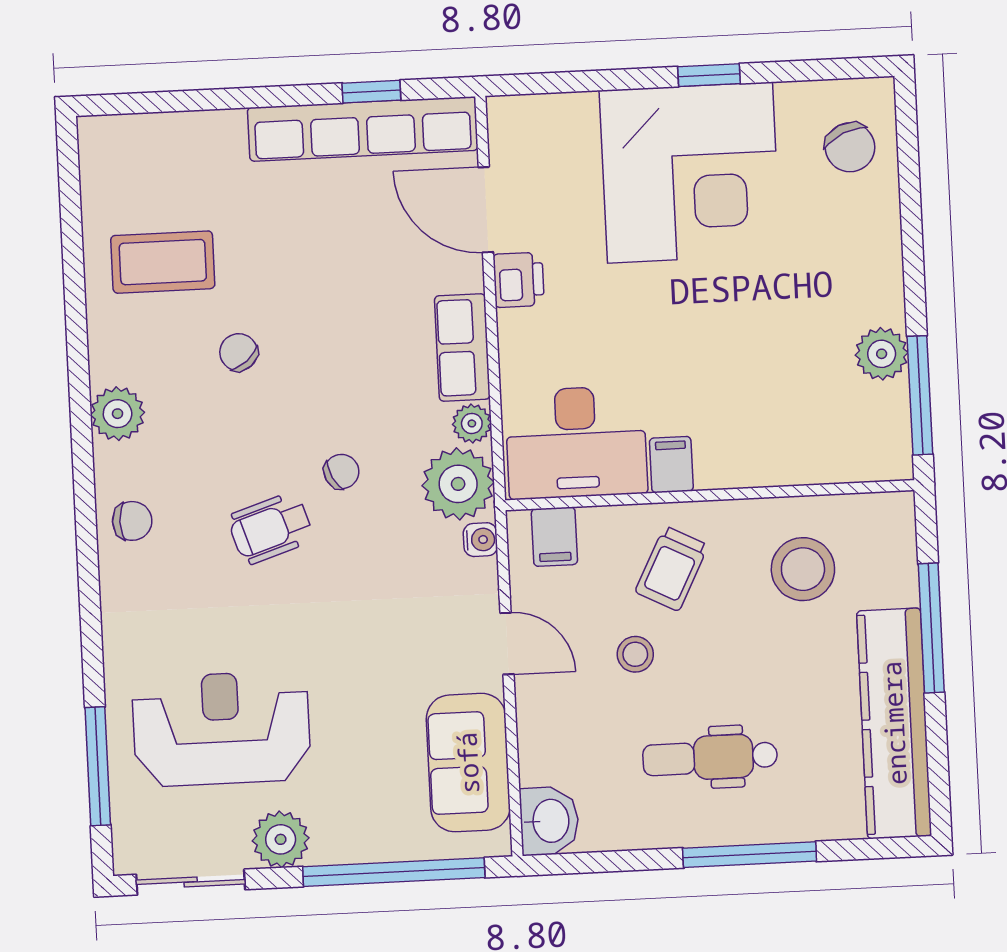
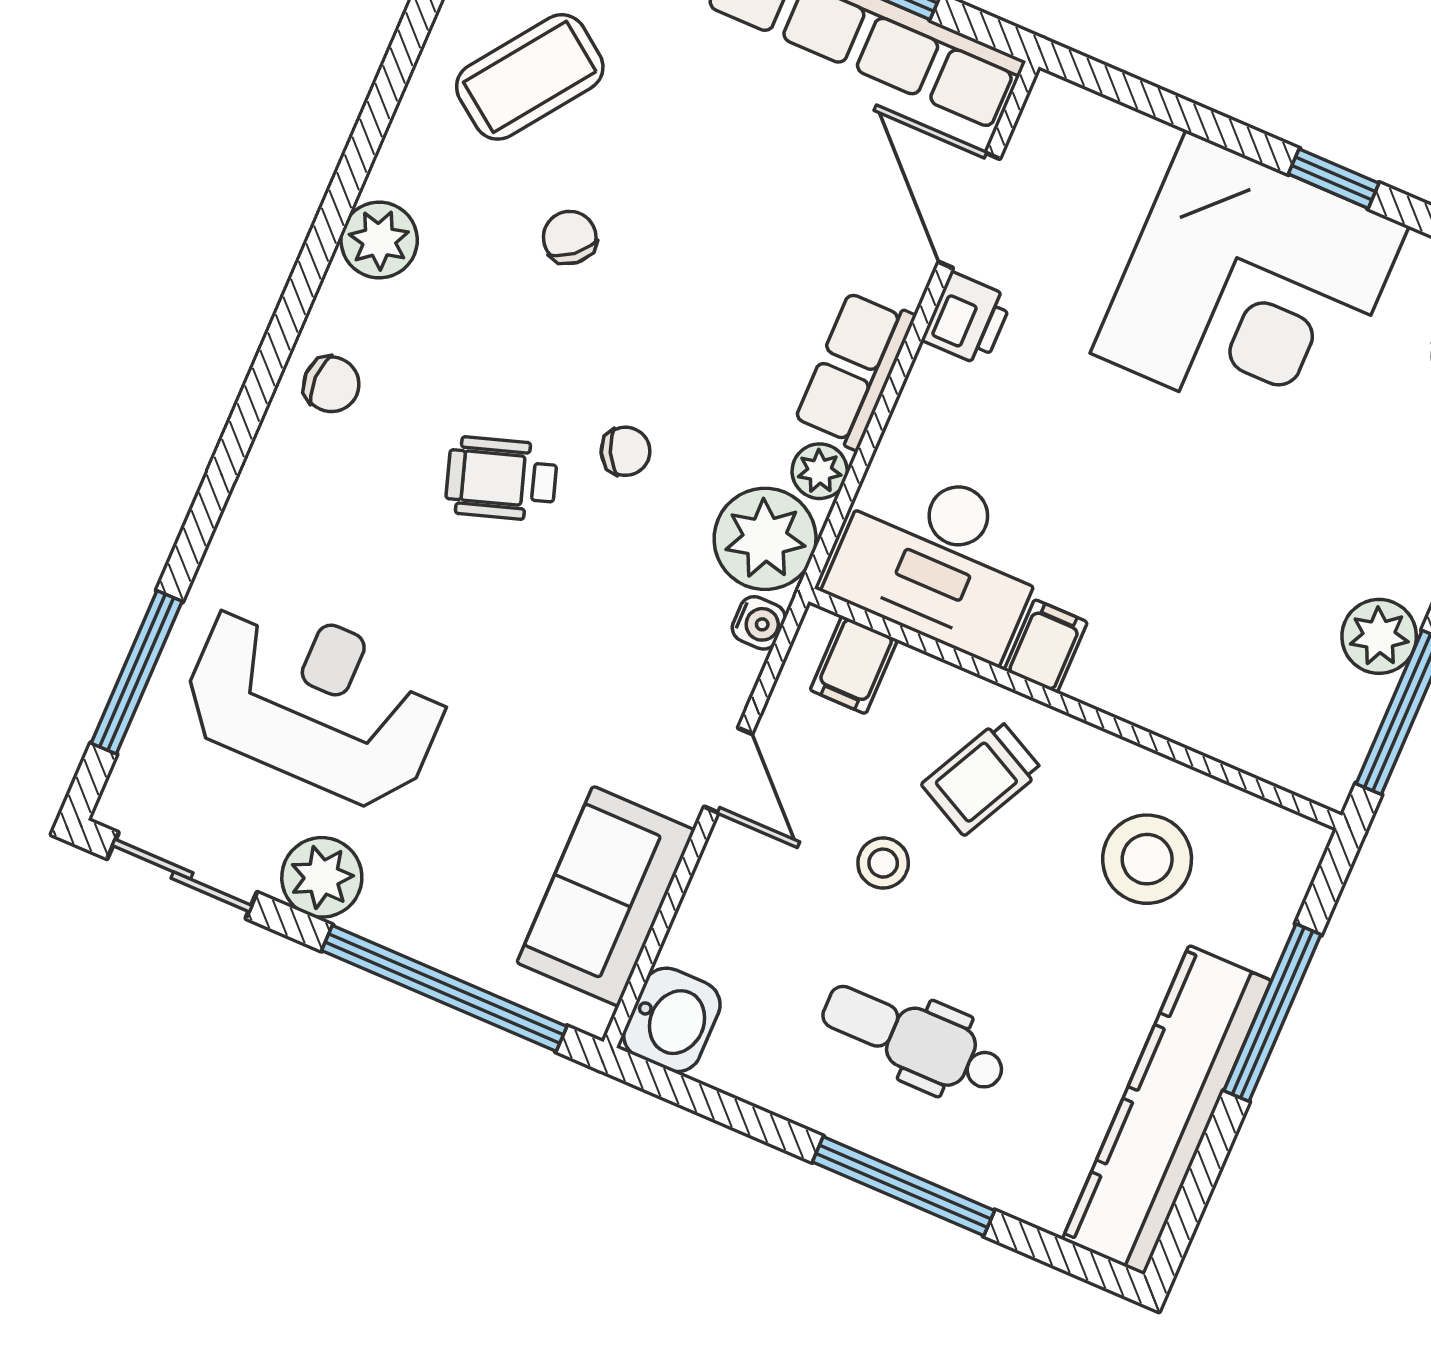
coffee table: (163, 262) -> (530, 77), turned -54

